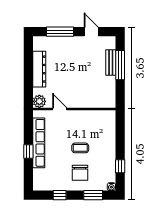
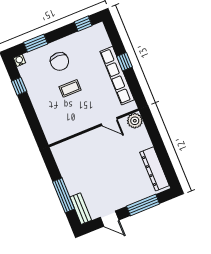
bench: (111, 62) -> (81, 209), moved
dresser: (39, 69) -> (155, 169), moved
chair: (80, 173) -> (60, 61), turned 180
window: (60, 195) -> (83, 24), moved

